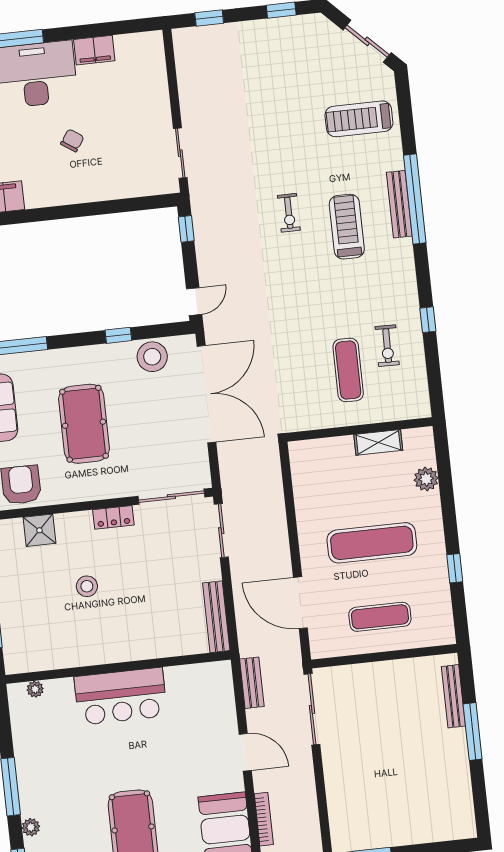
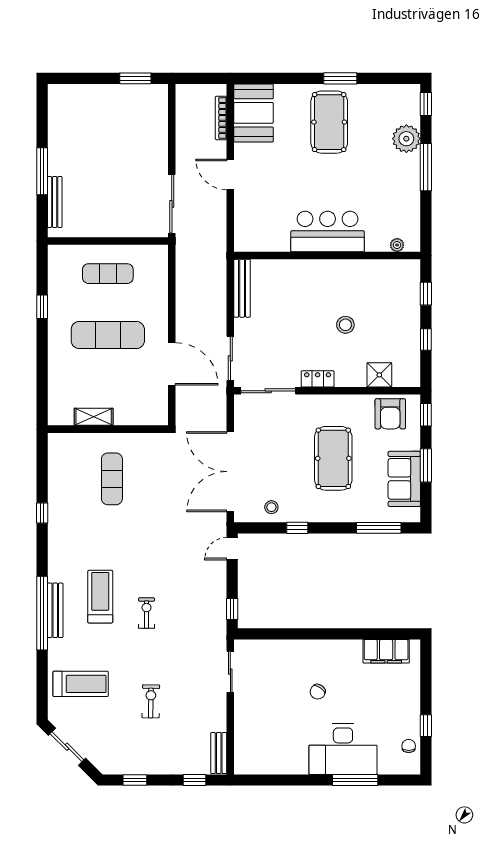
filing cabinet: (94, 50) -> (292, 764), removed
treadmill: (347, 227) -> (100, 597), turned 180
exercise bike: (387, 346) -> (151, 701), moved
stool: (152, 357) -> (271, 507), width x0.53, depth x0.53
plant: (426, 479) -> (58, 383), removed
door: (300, 603) -> (172, 364), moved
bench: (252, 683) -> (219, 753), moved
plant: (31, 827) -> (406, 139), width x1.87, depth x1.87

